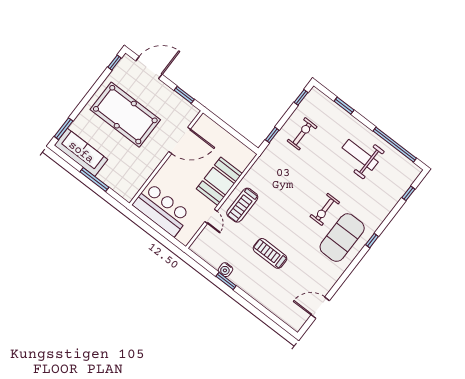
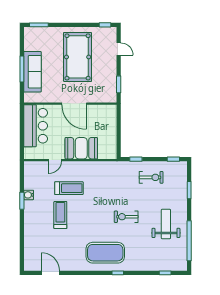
door: (149, 68) -> (119, 49), width x0.53
door: (180, 140) -> (74, 104), moved
sofa: (81, 152) -> (32, 72), moved
treadmill: (242, 205) -> (69, 188), moved, turned 180
exercise bike: (325, 209) -> (126, 217), moved

